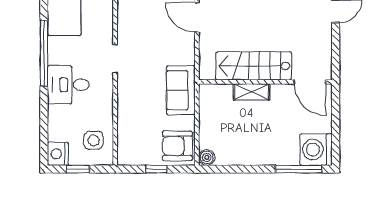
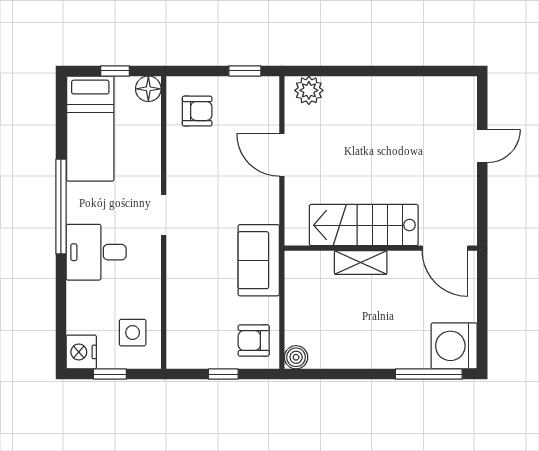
armchair: (177, 146) -> (254, 341), width x0.72, depth x0.72

